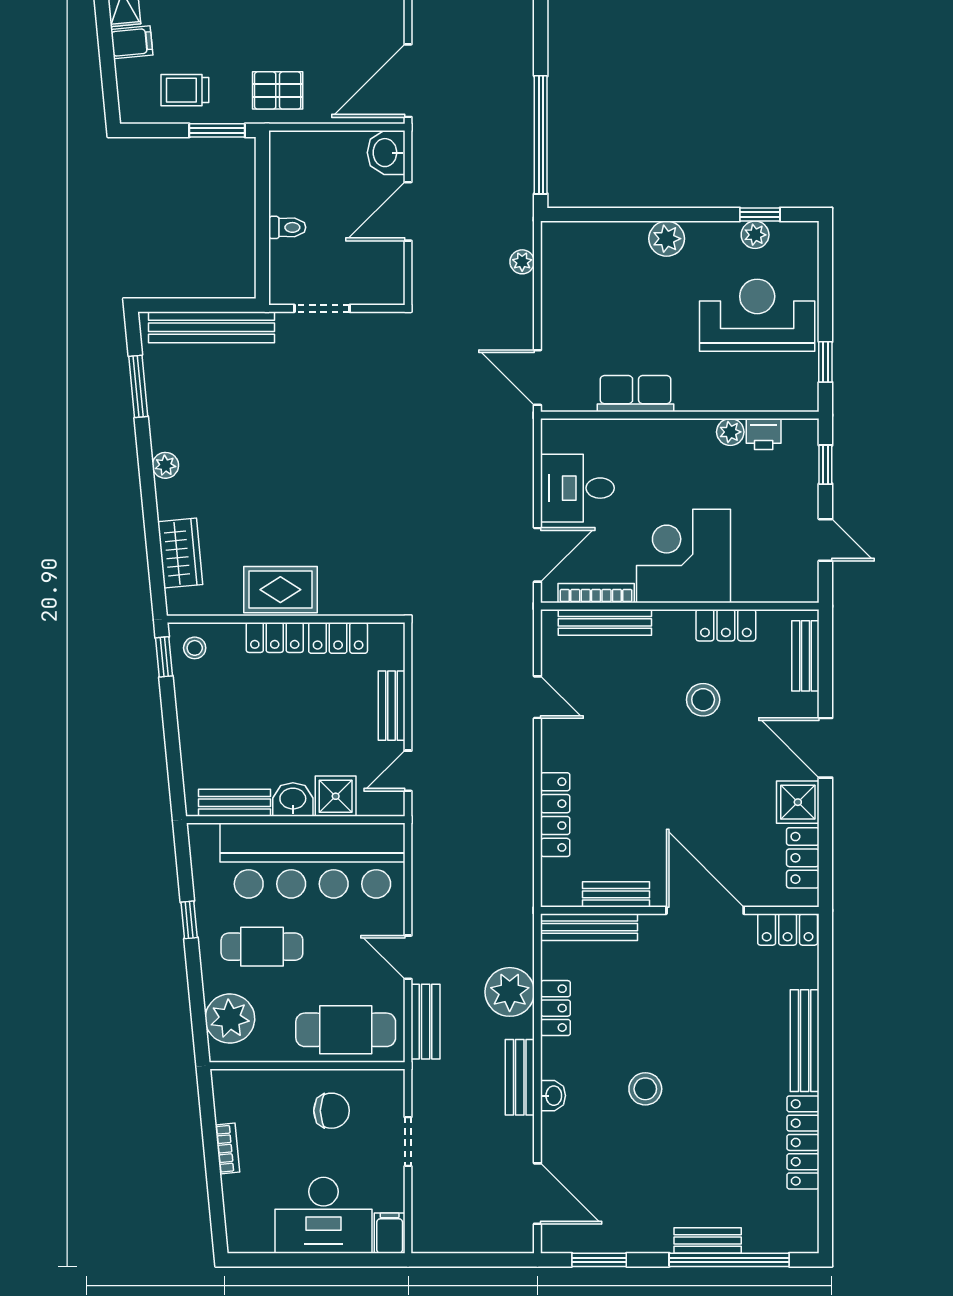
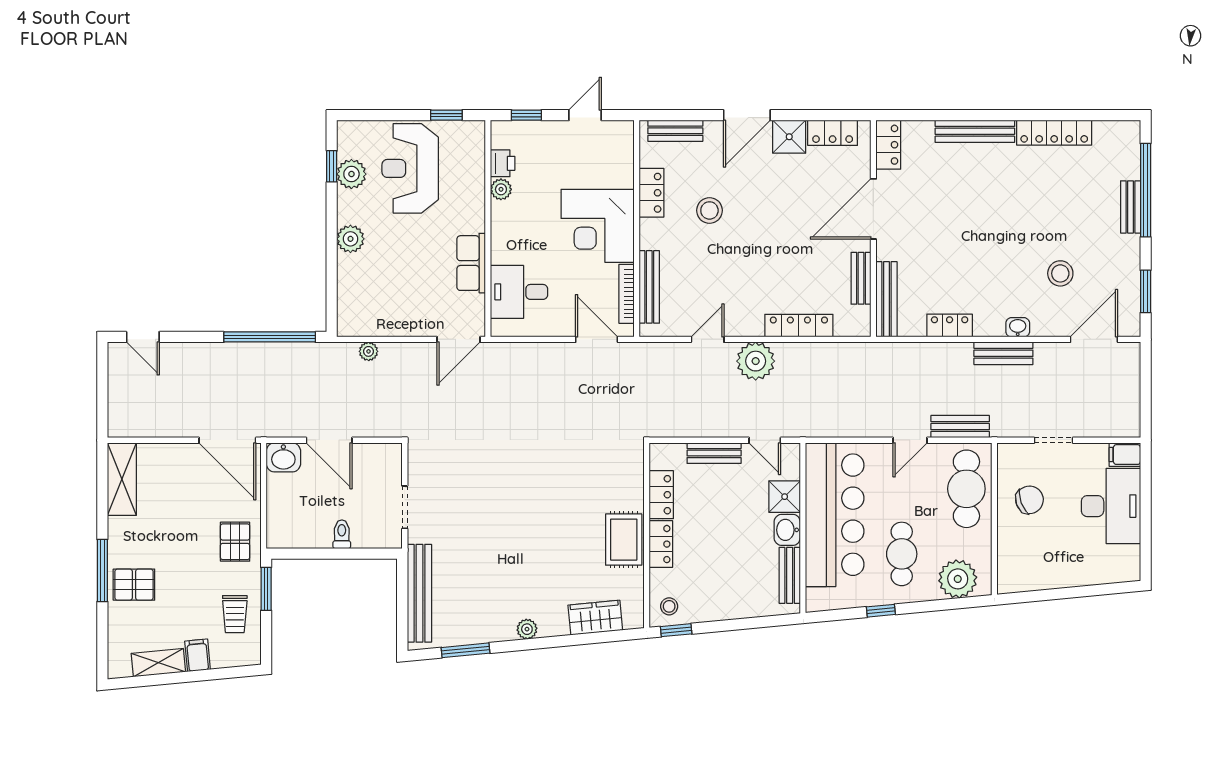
plant: (755, 235) -> (351, 174), width x1.38, depth x1.38
desk: (577, 488) -> (519, 292), moved, turned 90
plant: (510, 992) -> (756, 361), moved
stool: (645, 1089) -> (1060, 273), moved
chair: (332, 1111) -> (1029, 500), turned 70
bookcase: (227, 1148) -> (1059, 581), removed

